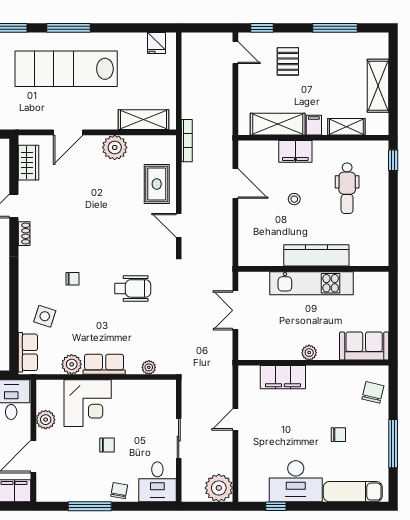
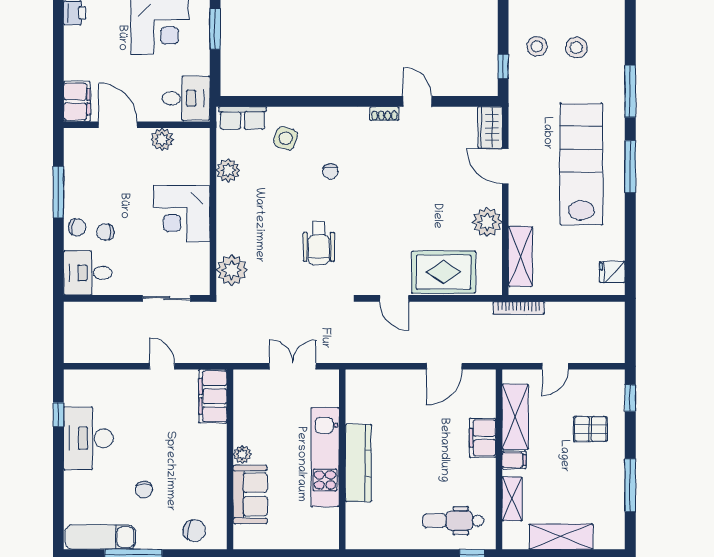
door: (235, 53) -> (555, 366), moved
bookcase: (187, 141) -> (519, 308), moved
wardrobe: (28, 163) -> (490, 128), moved, turned 90
rug: (157, 184) -> (444, 272), width x1.36, depth x1.43
dental chair: (347, 188) -> (453, 521), moved
stool: (294, 199) -> (426, 437), removed
door: (179, 225) -> (394, 298), swing flipped
sofa: (364, 346) -> (250, 494), moved
row of seats: (104, 364) -> (228, 209), removed
plant: (149, 367) -> (232, 270), width x1.87, depth x1.87
filing cabinet: (283, 377) -> (213, 396), moved
corner desk: (88, 403) -> (182, 214), moved
sliding door: (179, 439) -> (167, 298), moved
chair: (107, 445) -> (105, 232), moved, turned 90
plant: (219, 488) -> (80, 346), removed
exam couch: (353, 492) -> (100, 537), moved, turned -90

